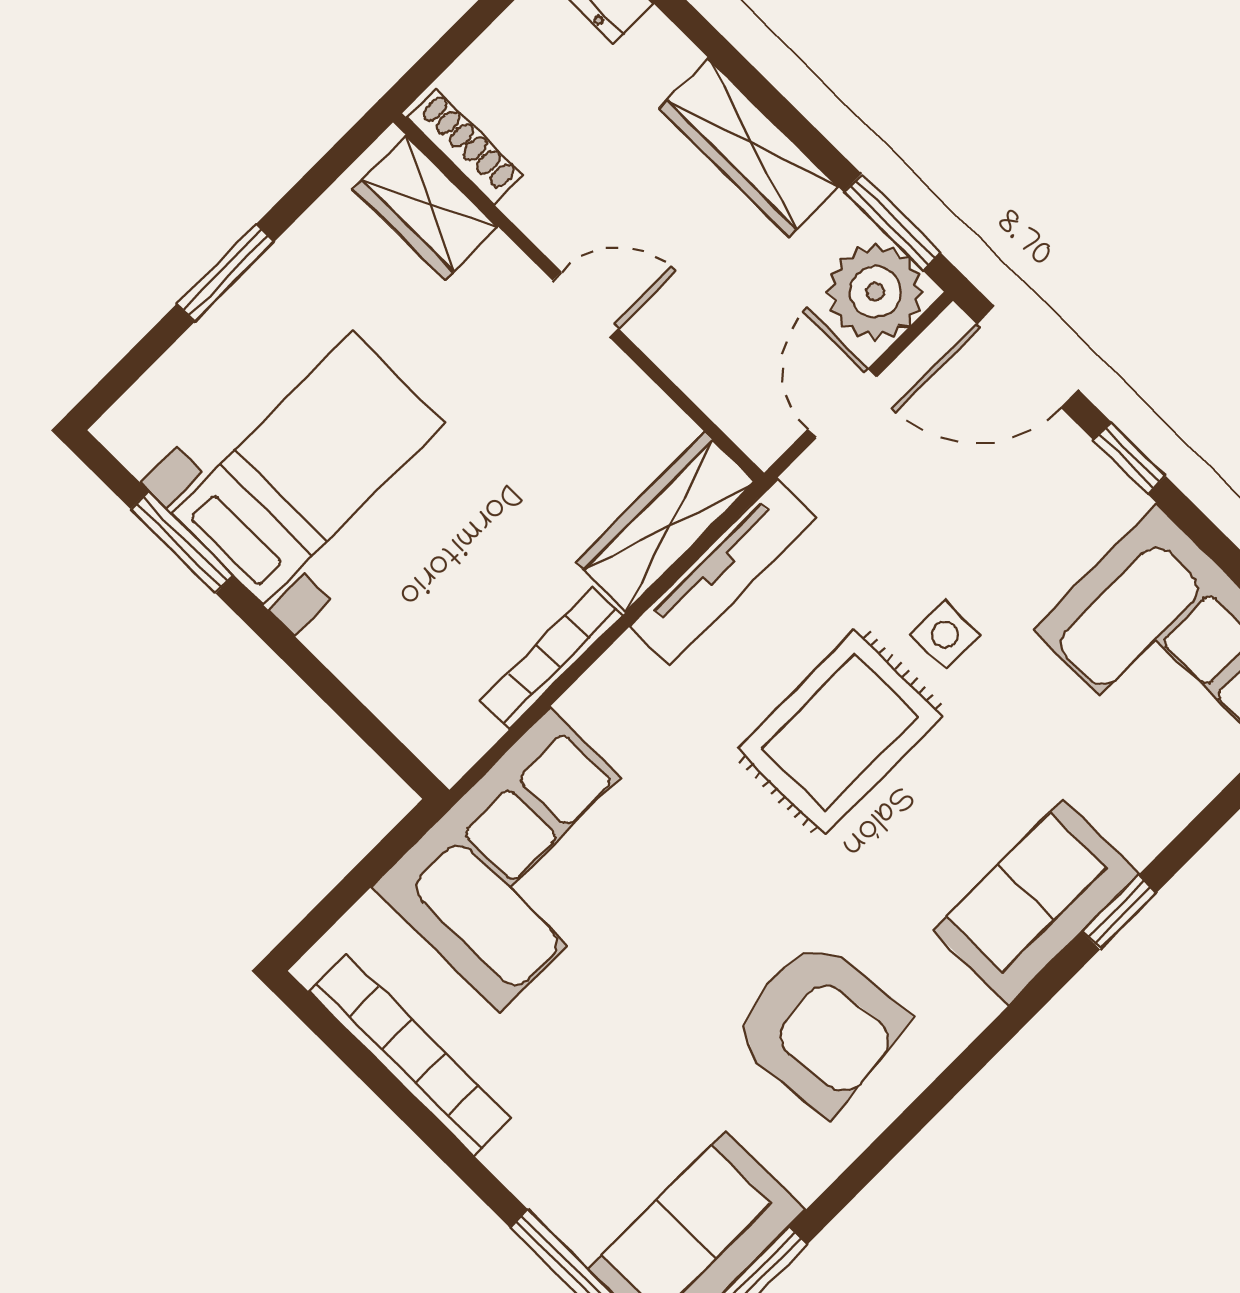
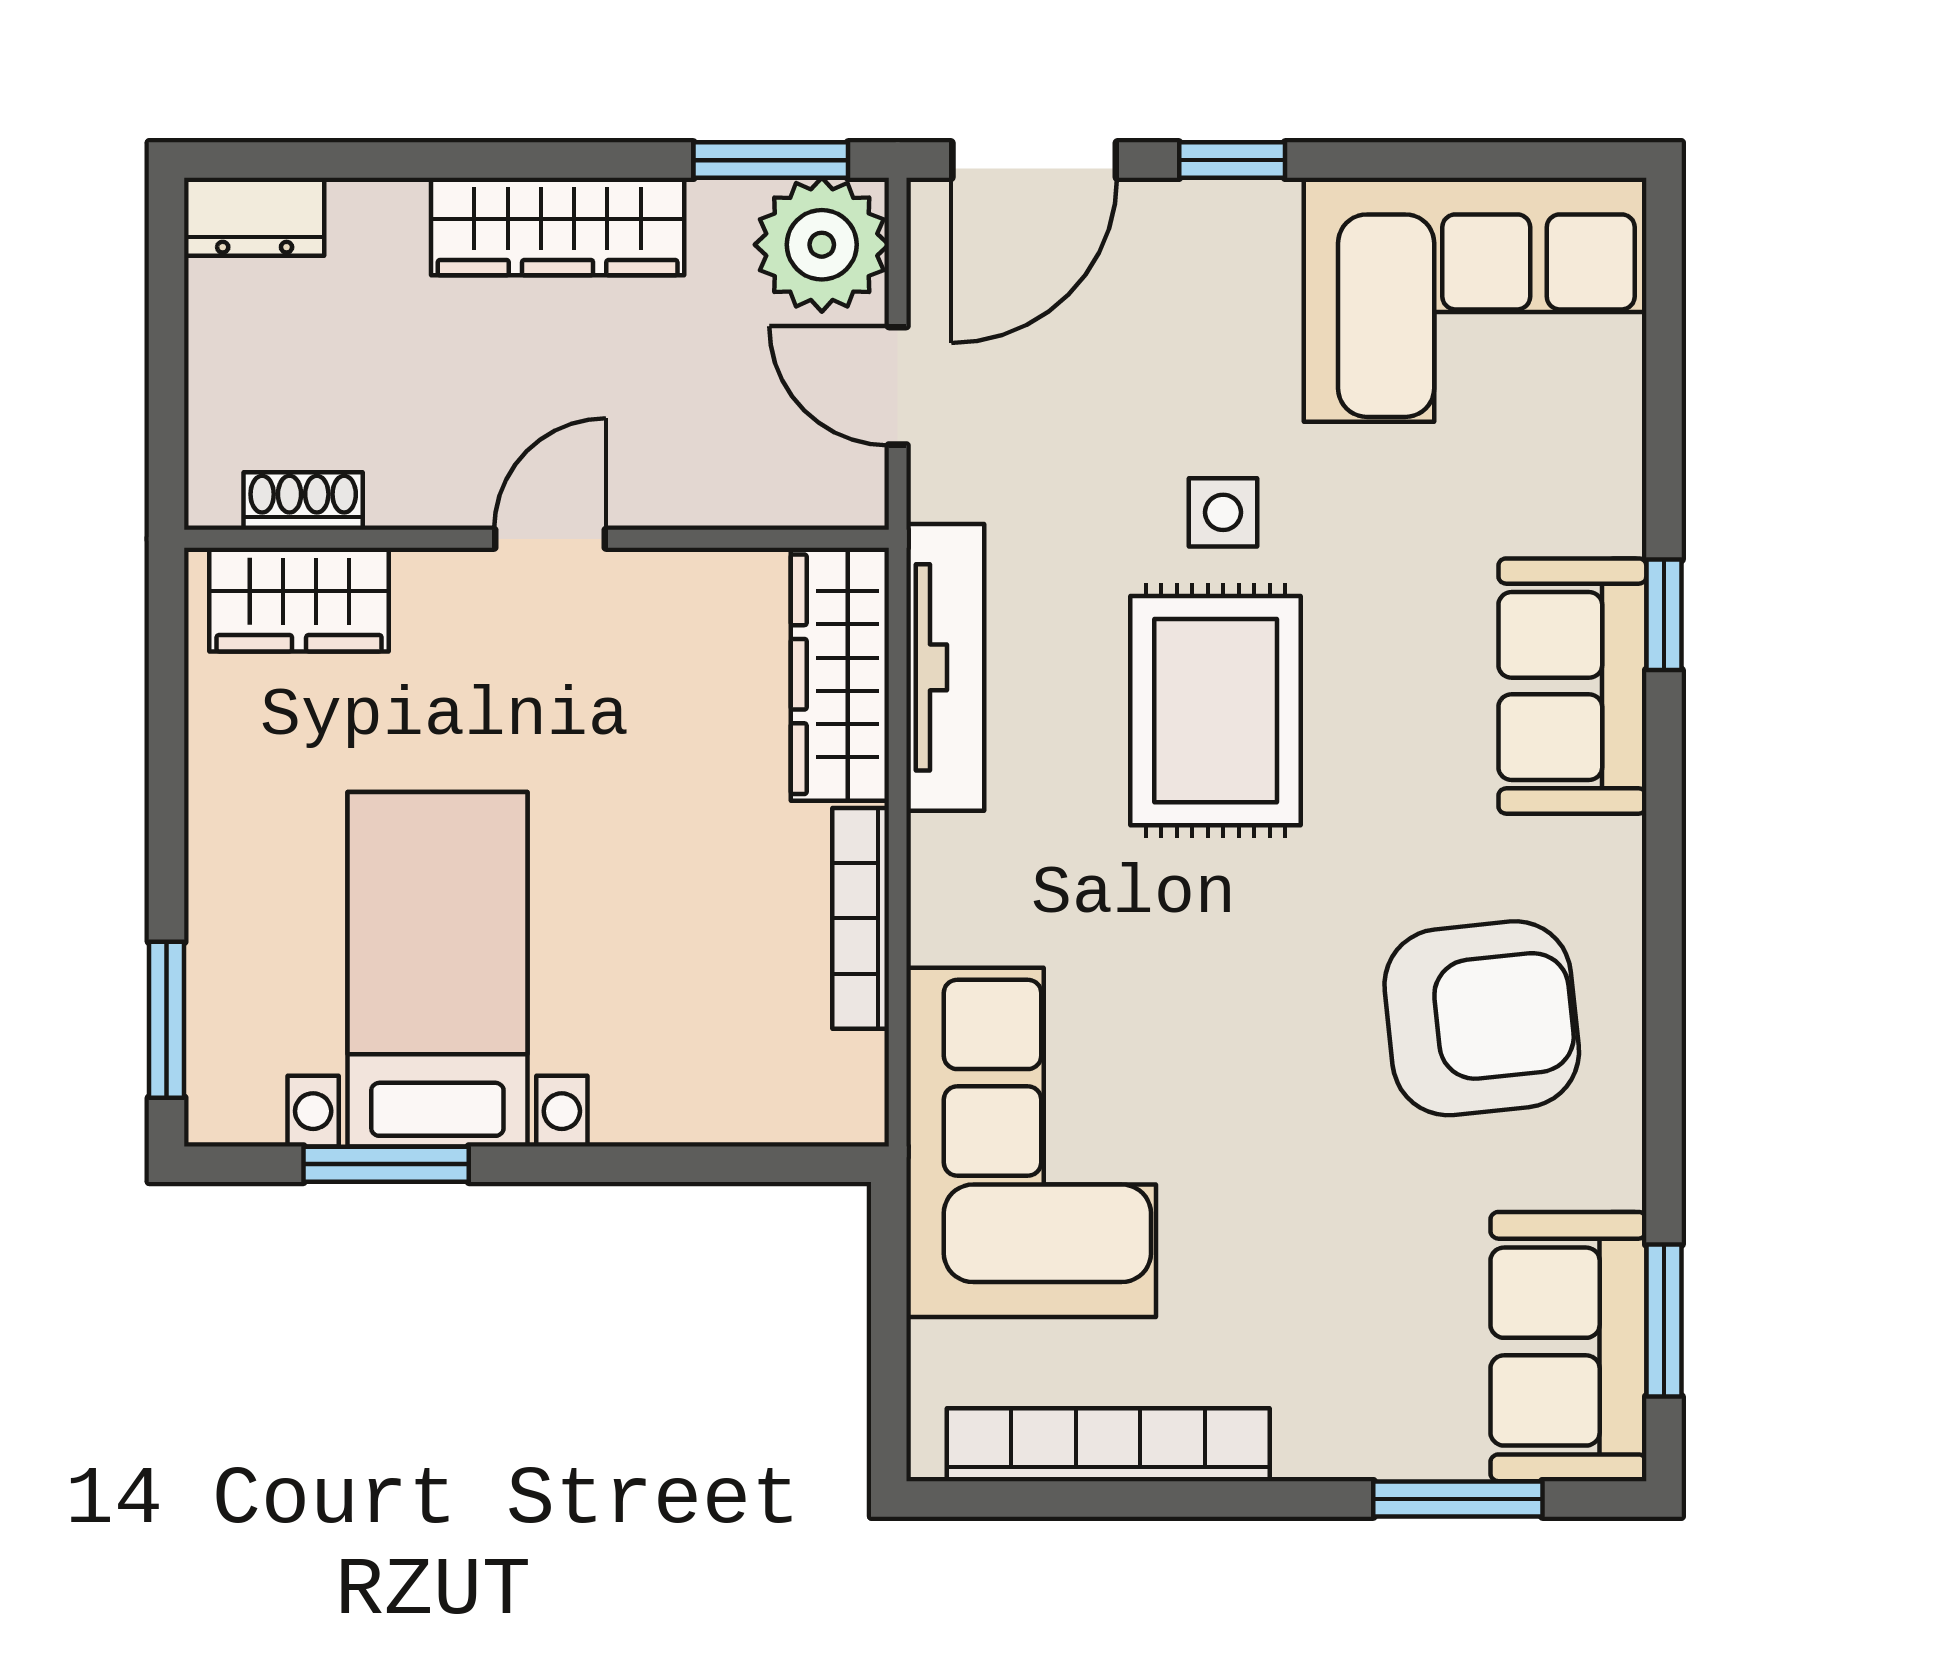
shoe rack: (465, 146) -> (303, 501), width x0.70
window: (225, 273) -> (167, 1020), moved

